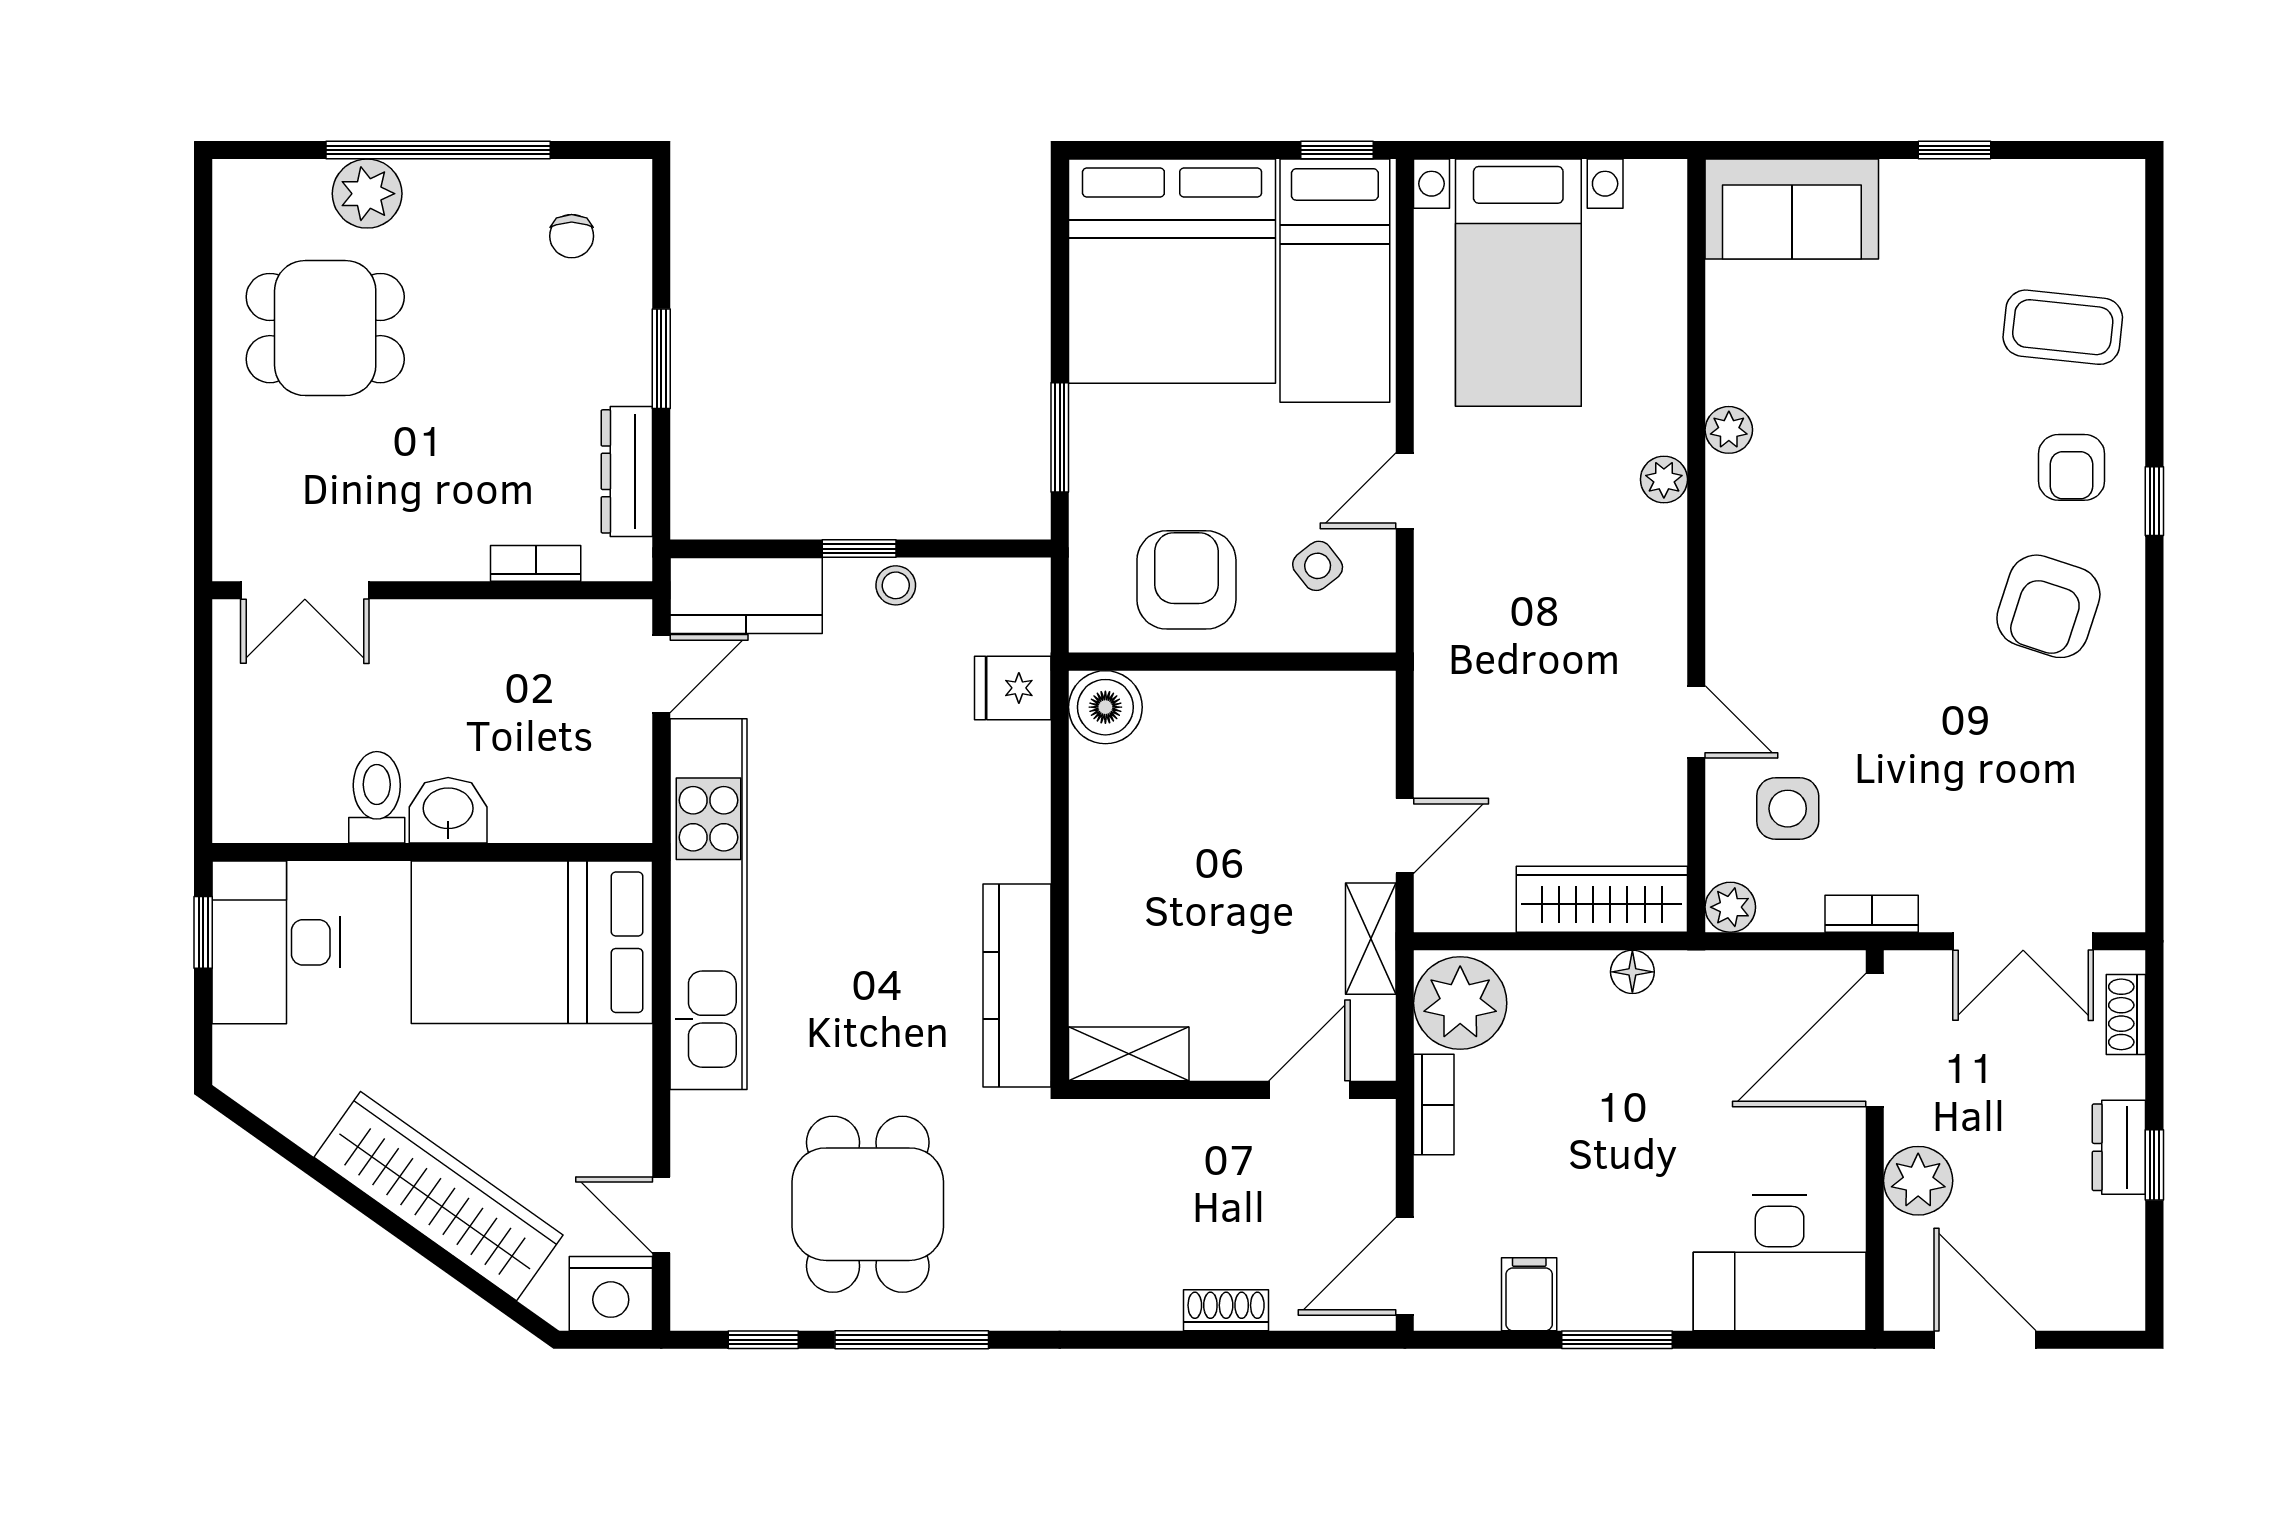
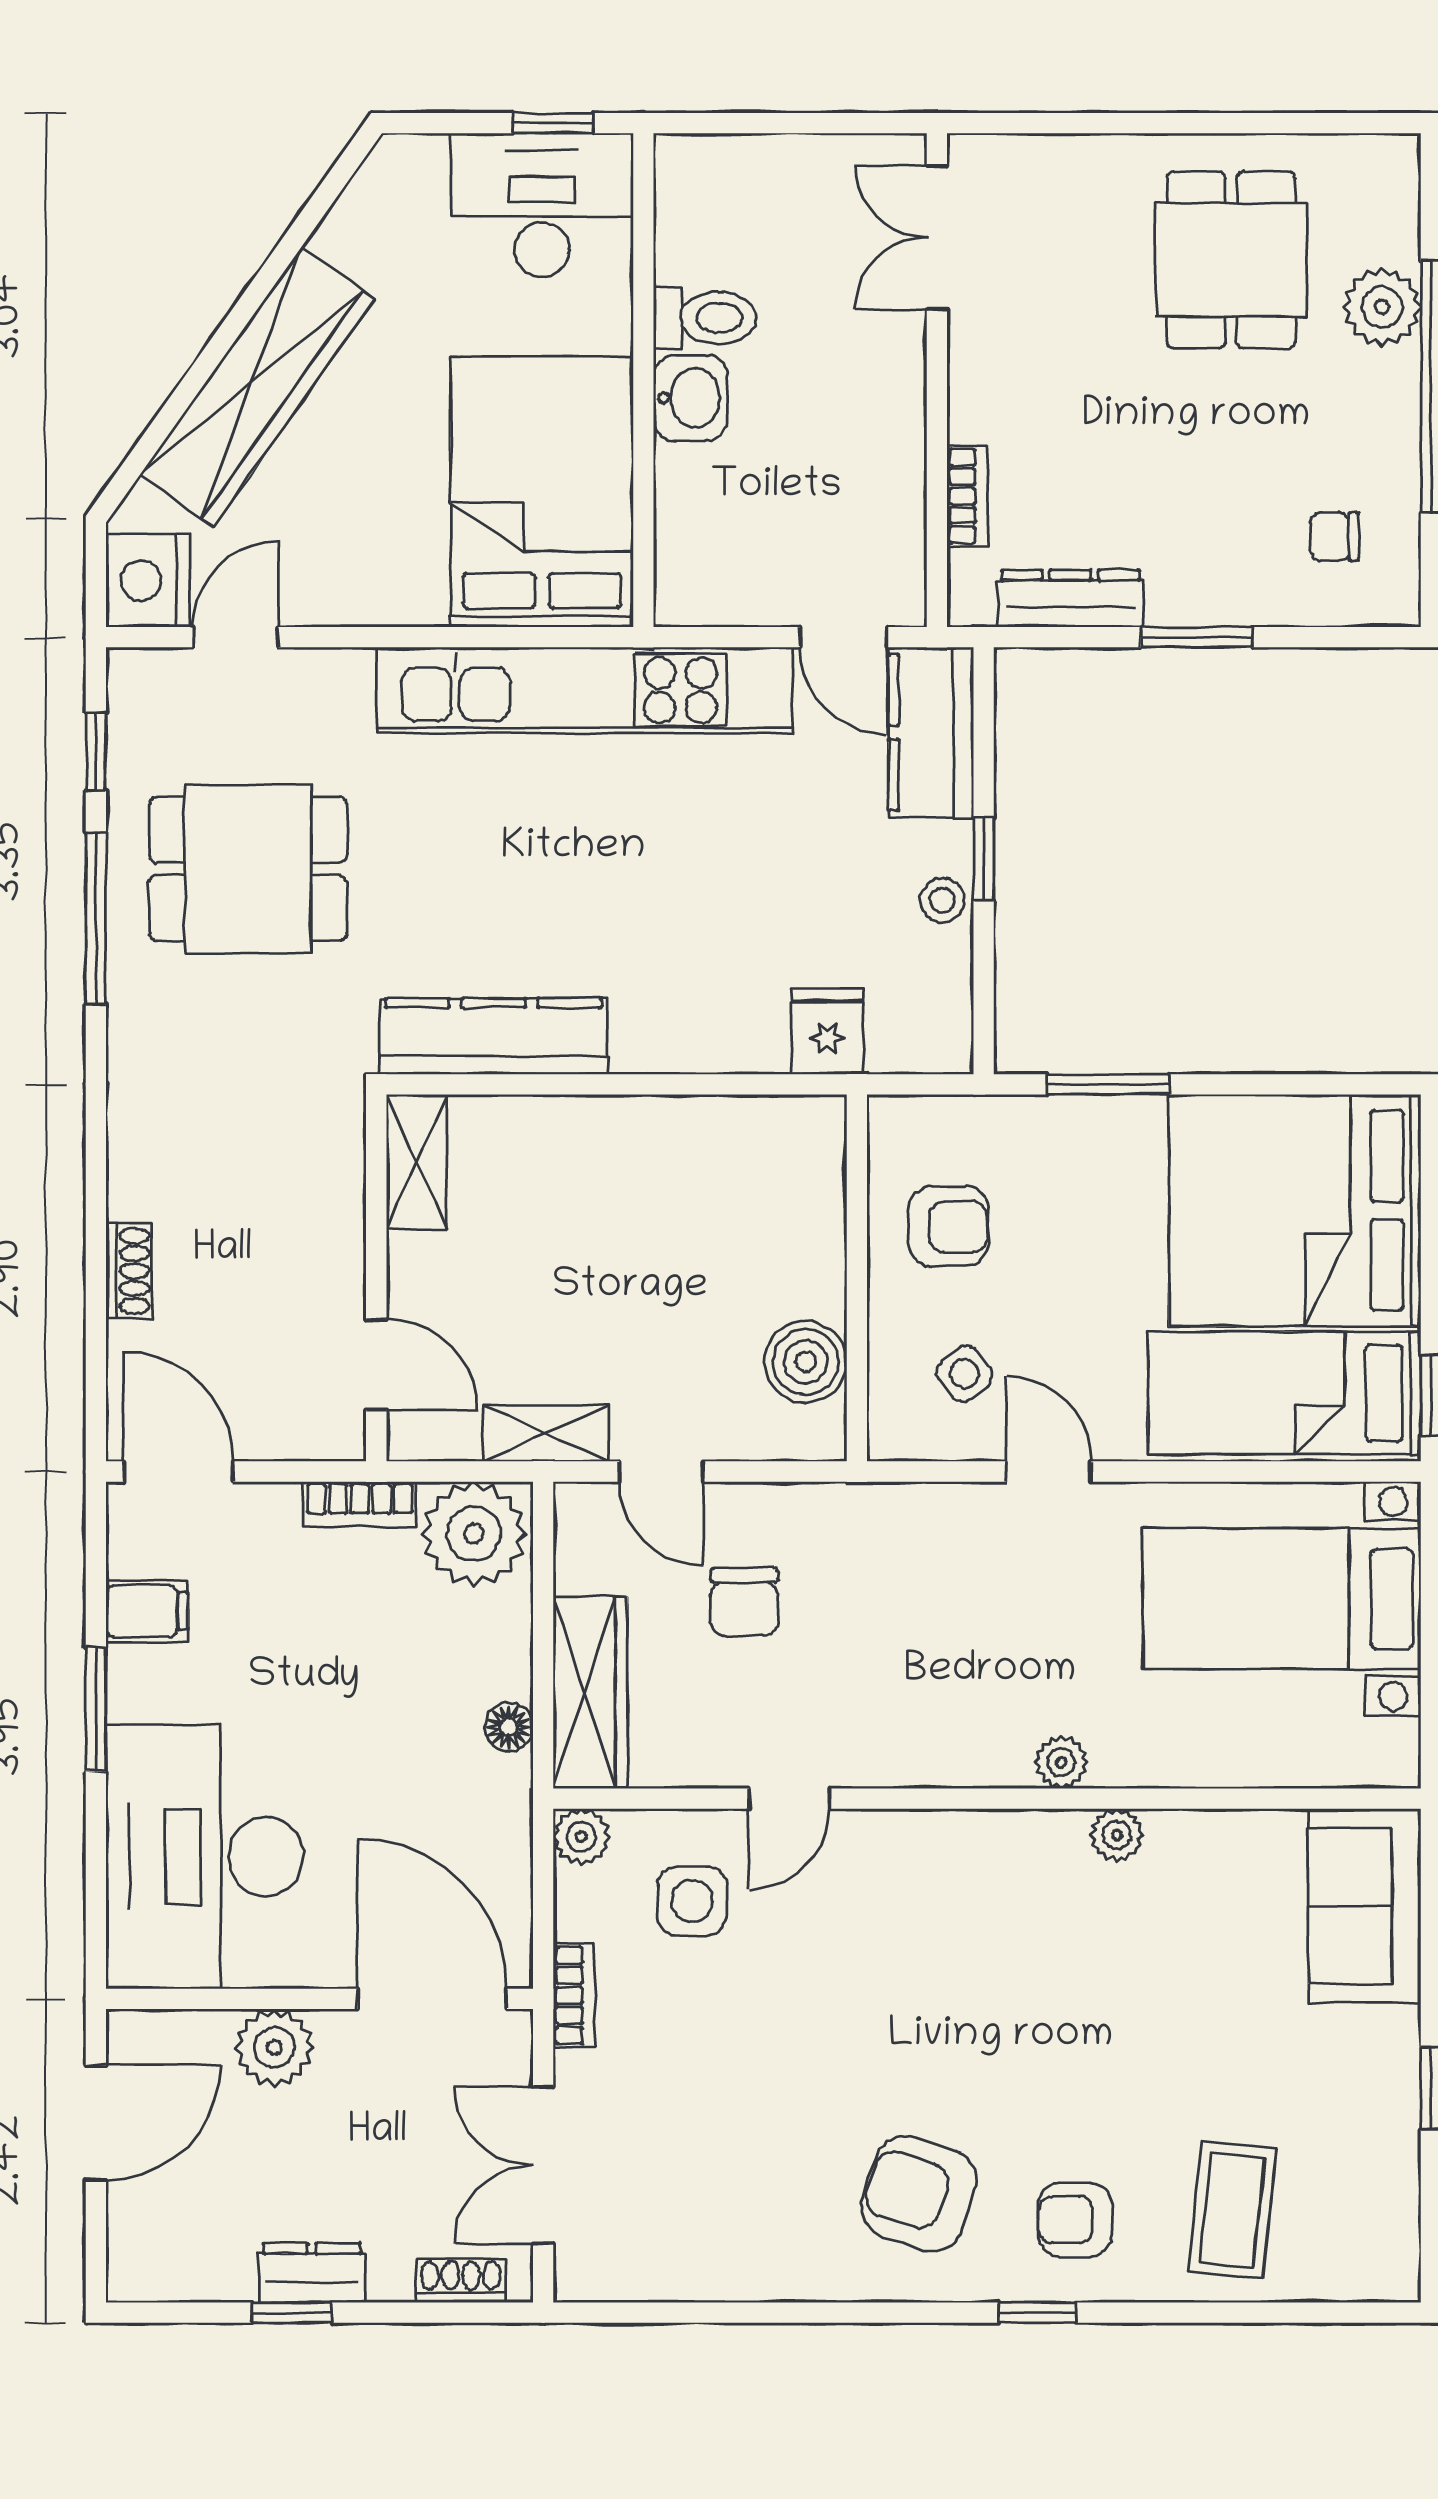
armchair: (1186, 580) -> (949, 1226), width x0.72, depth x0.72
boiler: (1105, 707) -> (806, 1362), moved
chair: (1521, 762) -> (744, 1602), added
desk: (1780, 1263) -> (205, 1857), width x1.36, depth x1.30

